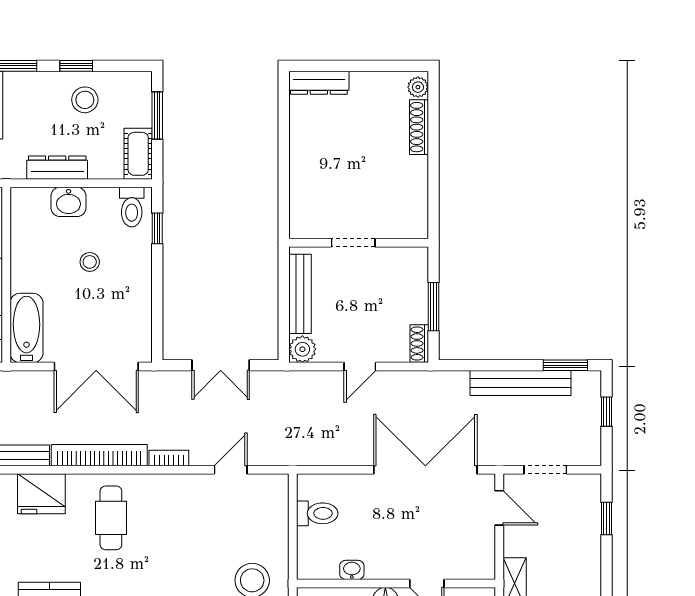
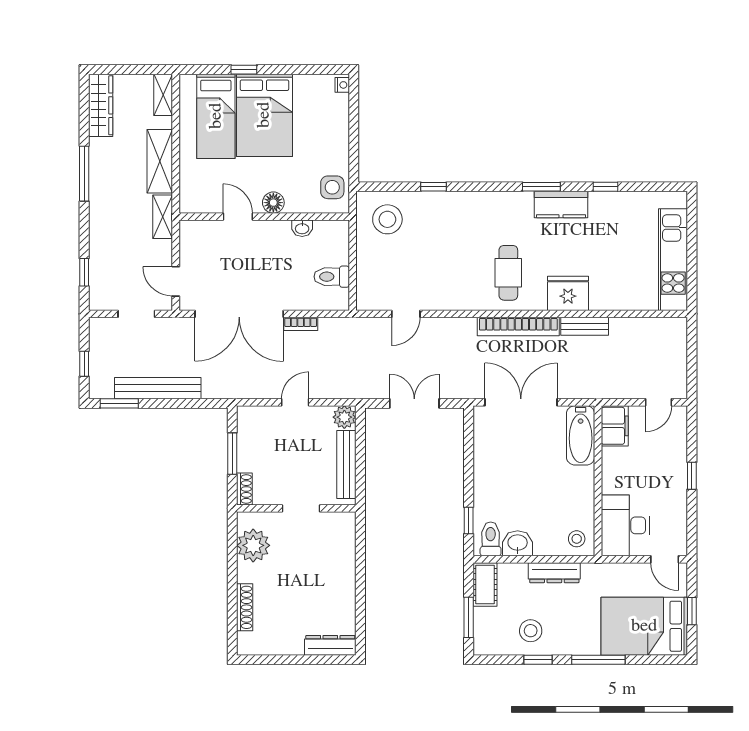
plant: (418, 87) -> (253, 545), moved, width x1.87, depth x1.87
washbasin: (68, 202) -> (518, 543), moved
stool: (90, 262) -> (577, 539), moved
shoe rack: (419, 343) -> (244, 489), moved
bookcase: (169, 458) -> (301, 324), moved

